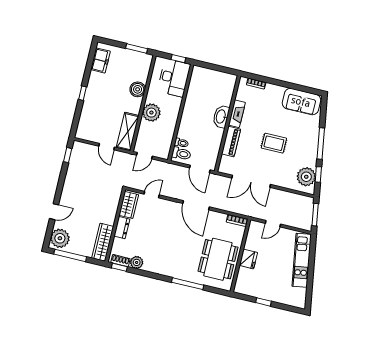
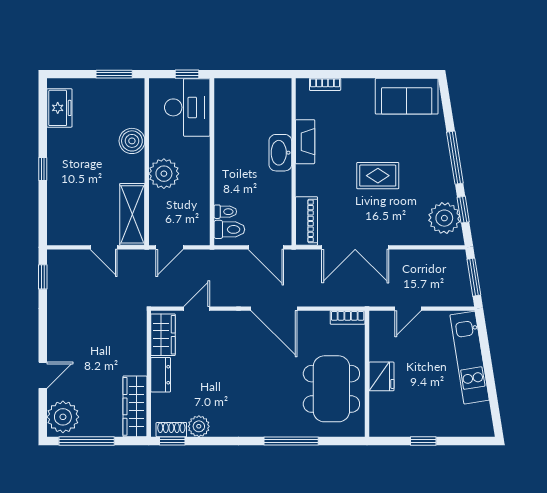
piano: (231, 142) -> (307, 221), moved

